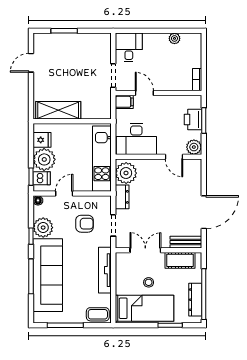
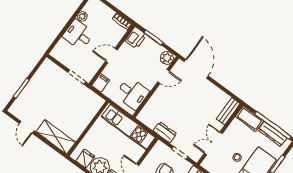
desk: (129, 47) -> (78, 35), moved
door: (144, 93) -> (111, 55), moved
shelving: (58, 110) -> (56, 137), moved, turned 90
printer: (193, 120) -> (136, 38), moved, turned -90
desk: (136, 139) -> (132, 93), width x0.73
plant: (126, 173) -> (150, 118), removed
door: (204, 212) -> (196, 69), moved
cot: (180, 260) -> (249, 119), moved, turned 90

